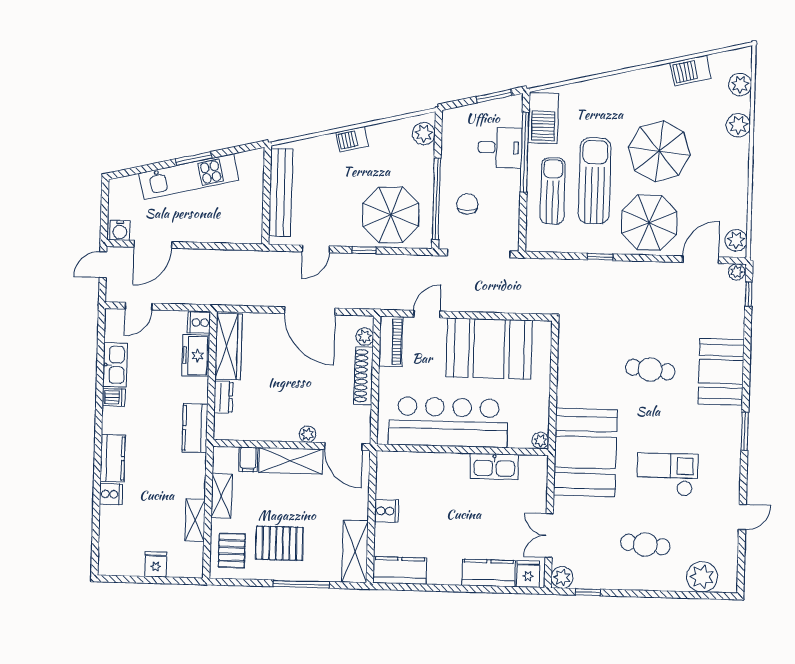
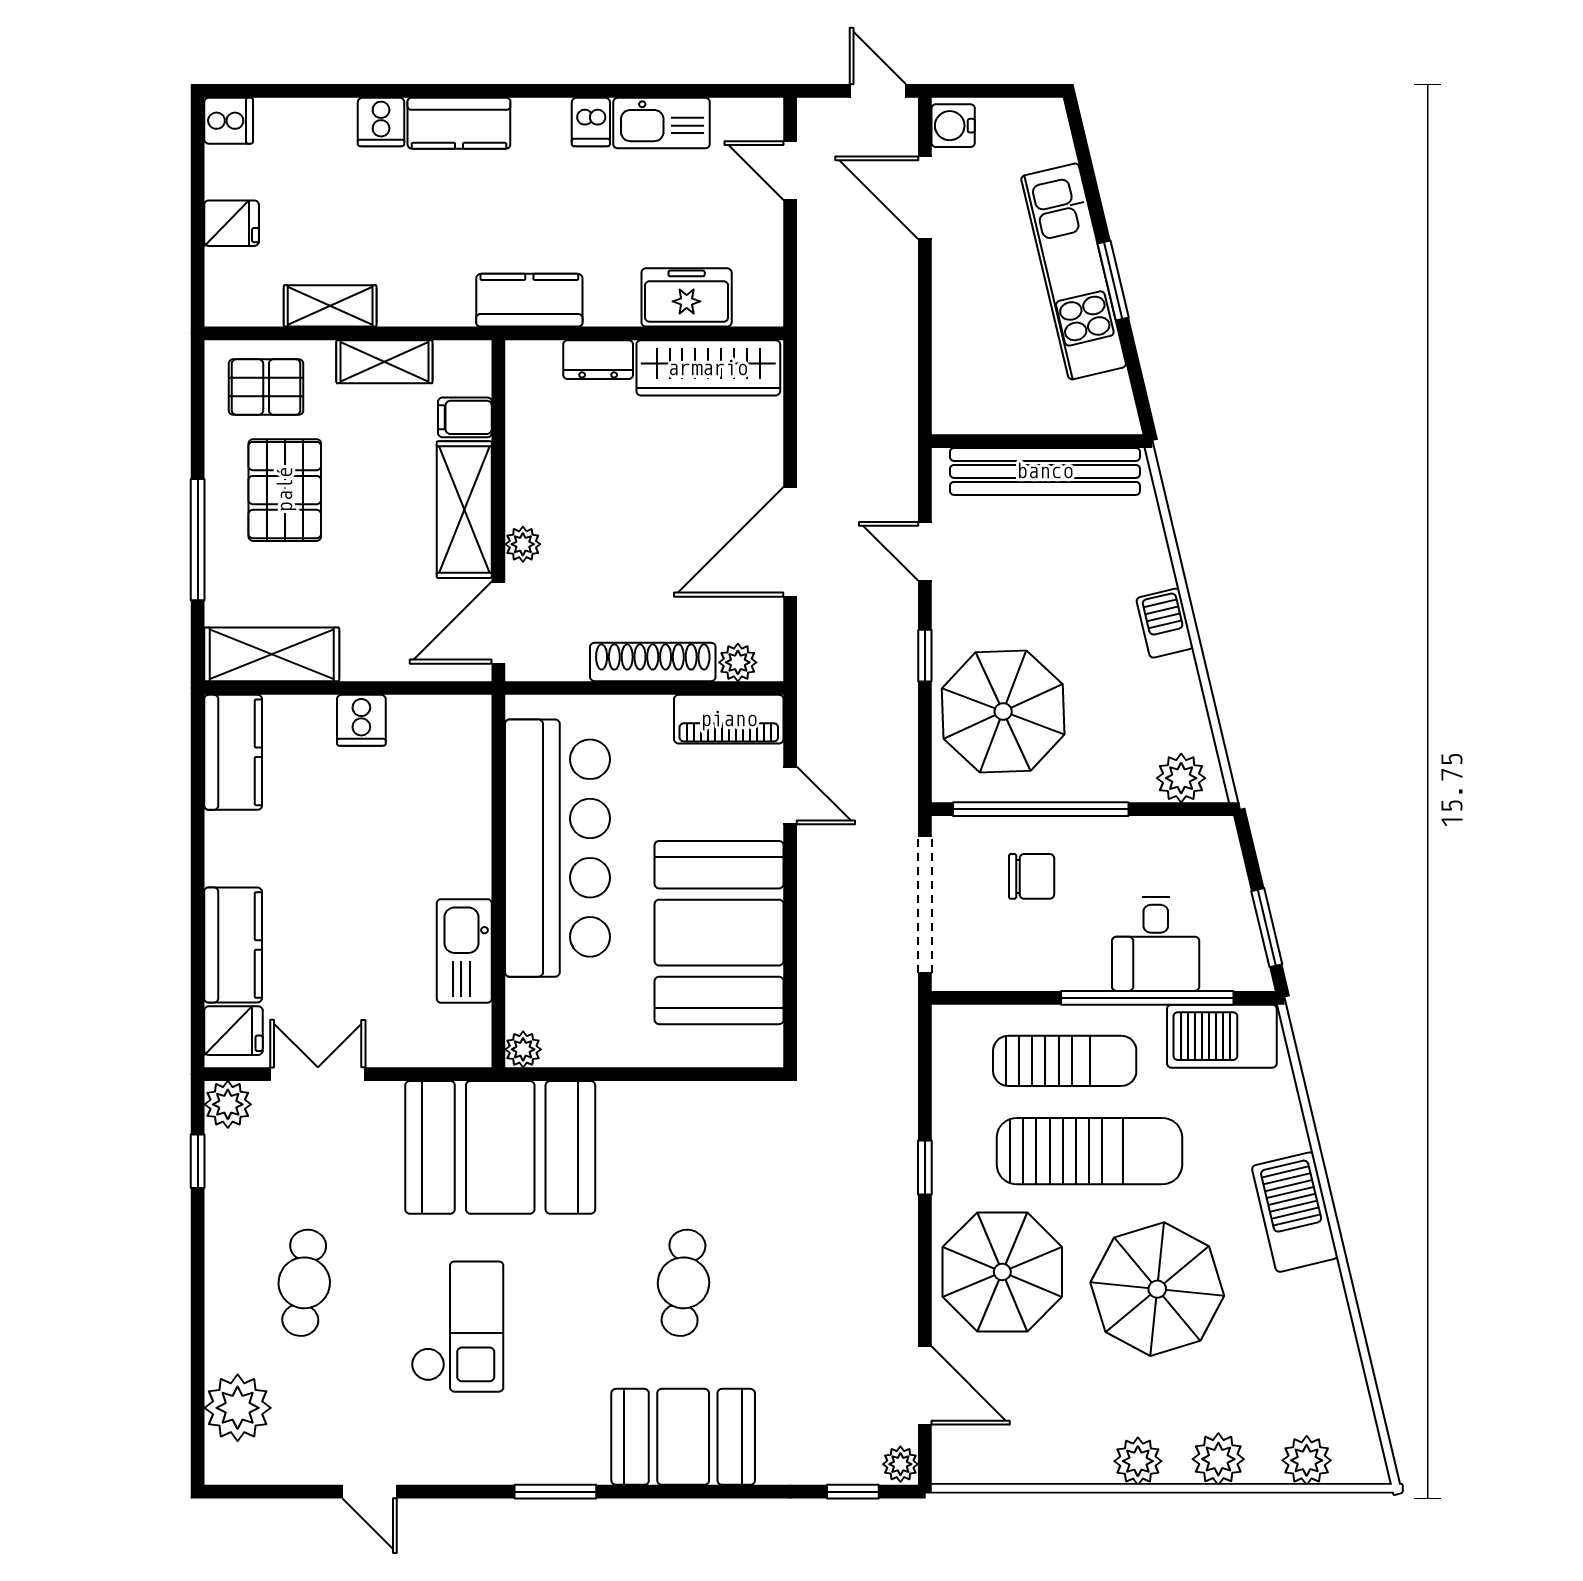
barbecue: (691, 71) -> (1295, 1212), moved, width x1.37, depth x1.21
plant: (736, 240) -> (1138, 1461), moved
cooker: (199, 323) -> (229, 121), moved, turned 90

